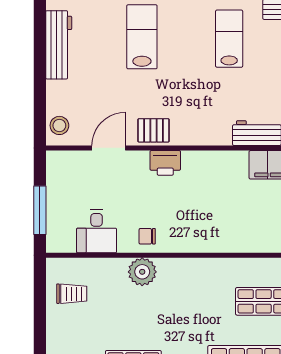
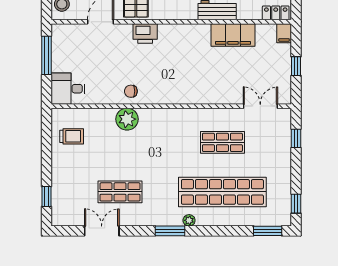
window: (40, 210) -> (46, 55), moved
desk: (97, 231) -> (68, 89), moved, turned 90

